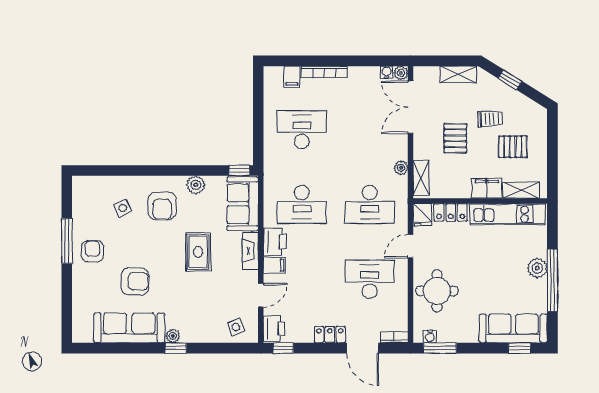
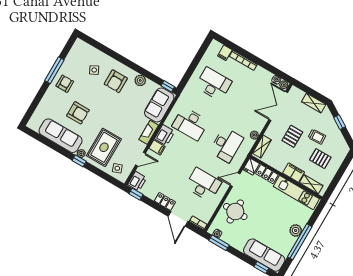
desk: (370, 204) -> (226, 145), turned -90
rug: (198, 252) -> (104, 147), moved, width x1.36, depth x1.43

